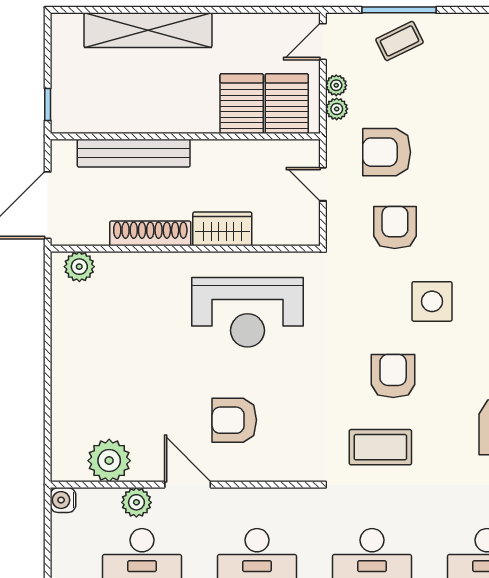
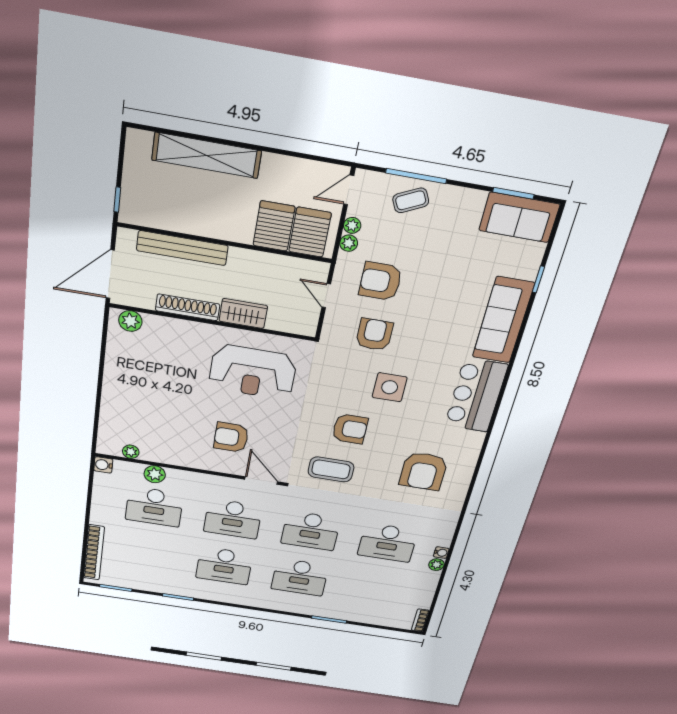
armchair: (393, 376) -> (350, 429), turned 90
plant: (109, 461) -> (131, 452), width x0.53, depth x0.53
door: (188, 485) -> (261, 481), moved

